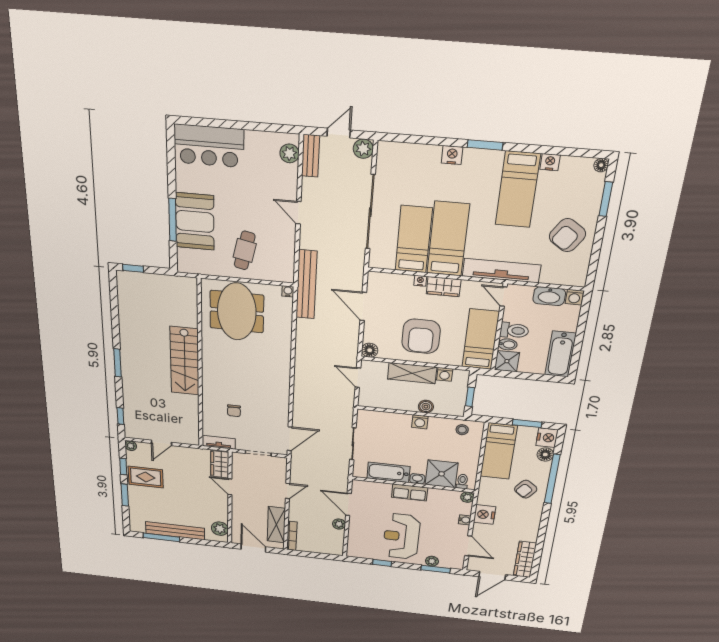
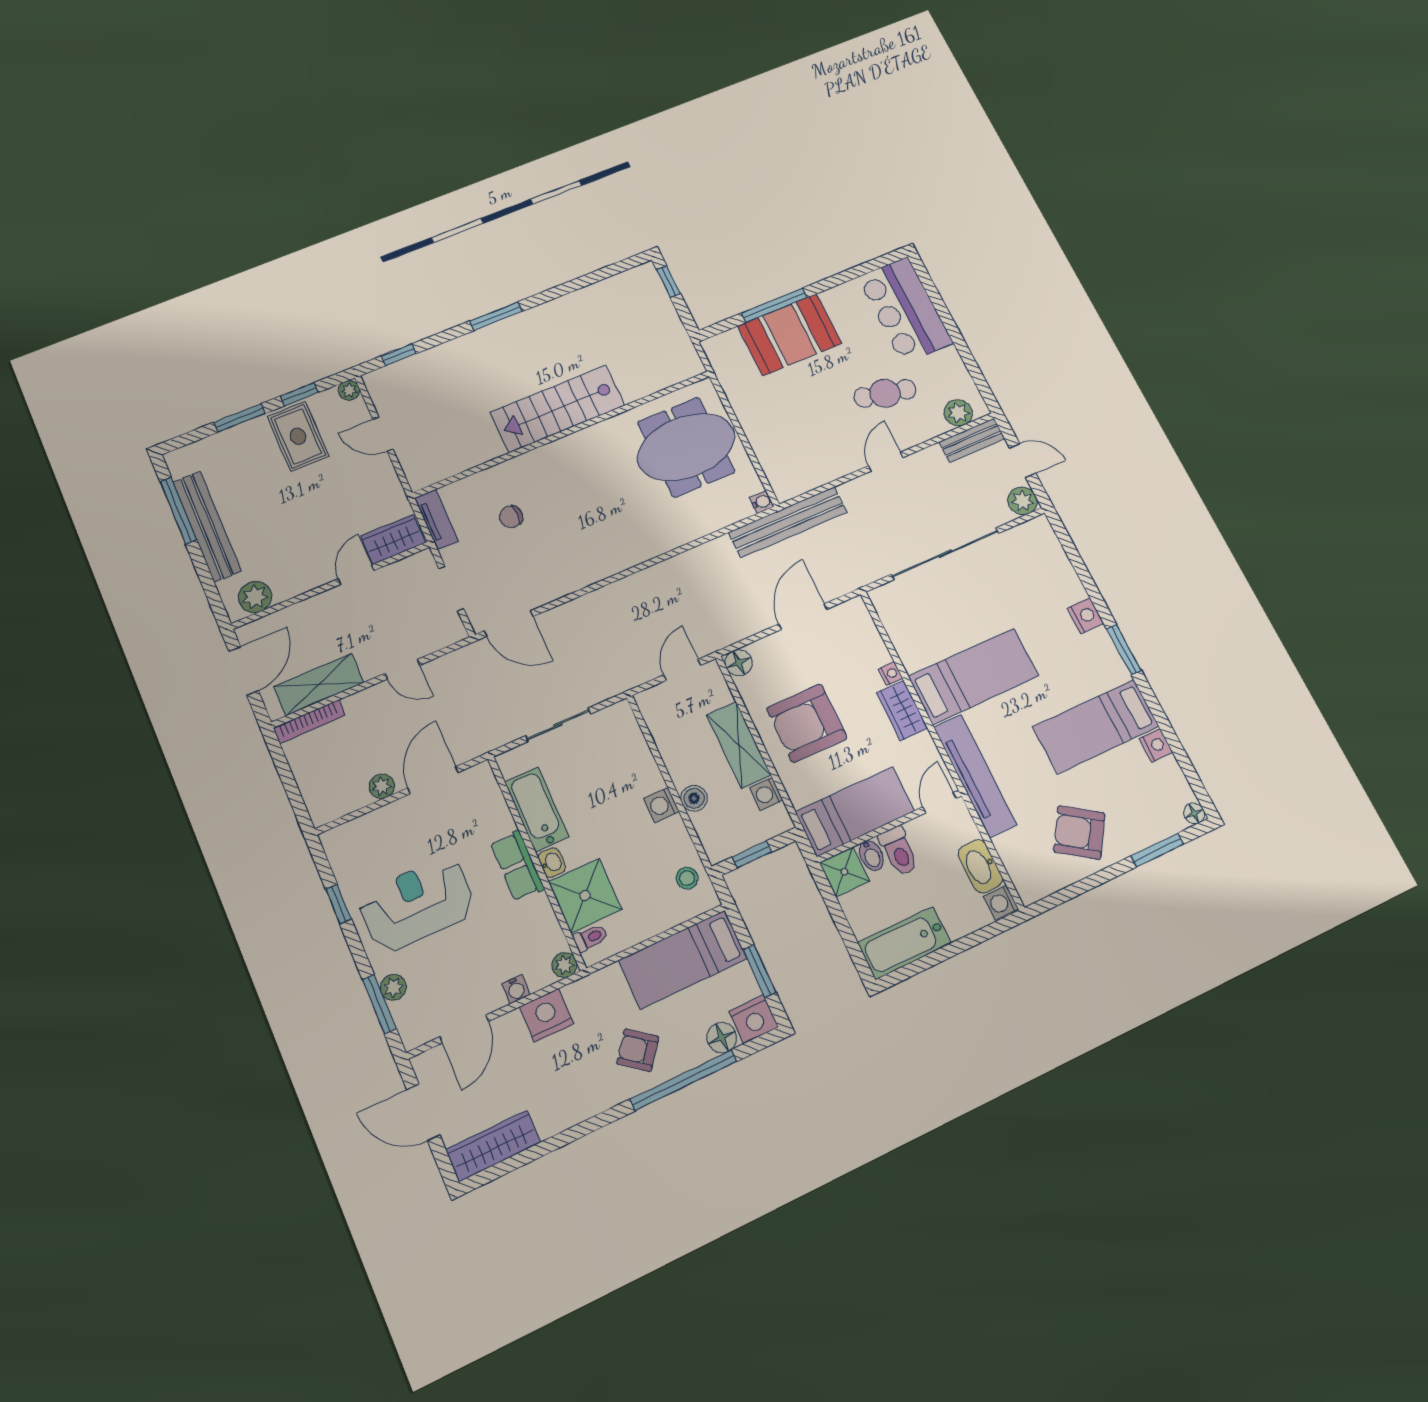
bed: (414, 239) -> (944, 631), removed
cafe table: (245, 250) -> (885, 393), moved

